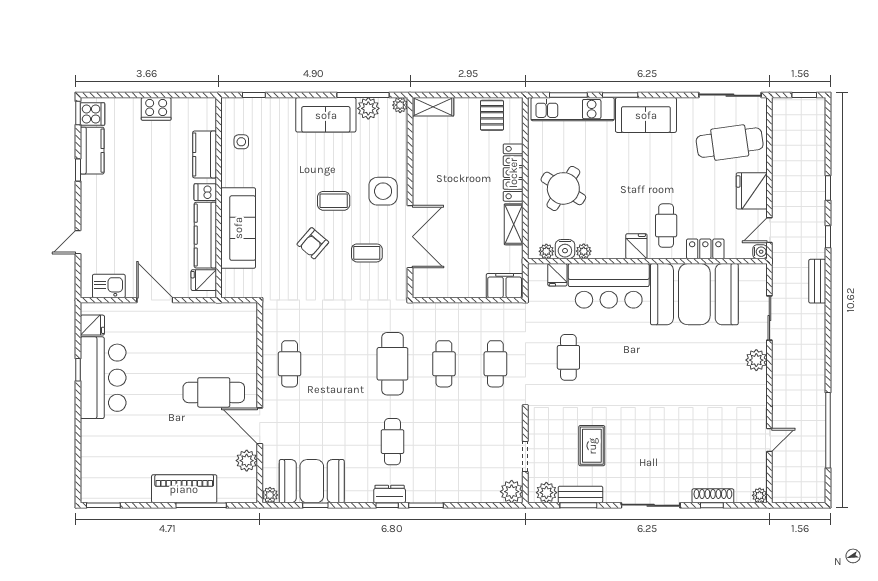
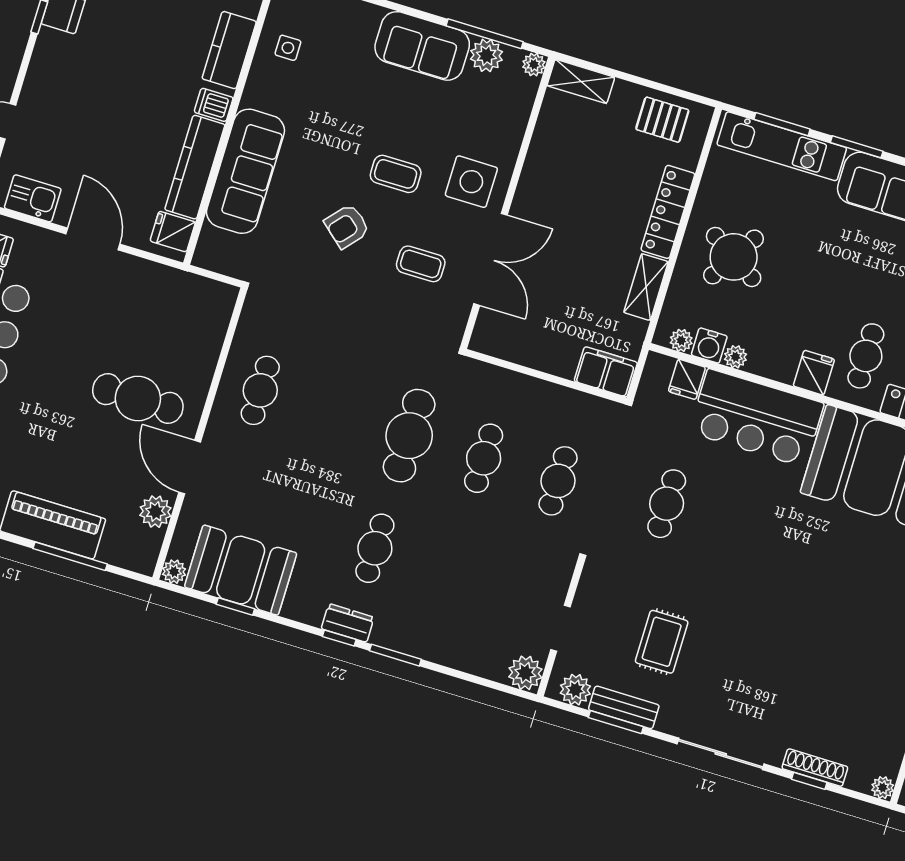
pallet: (492, 115) -> (662, 120), turned 90

